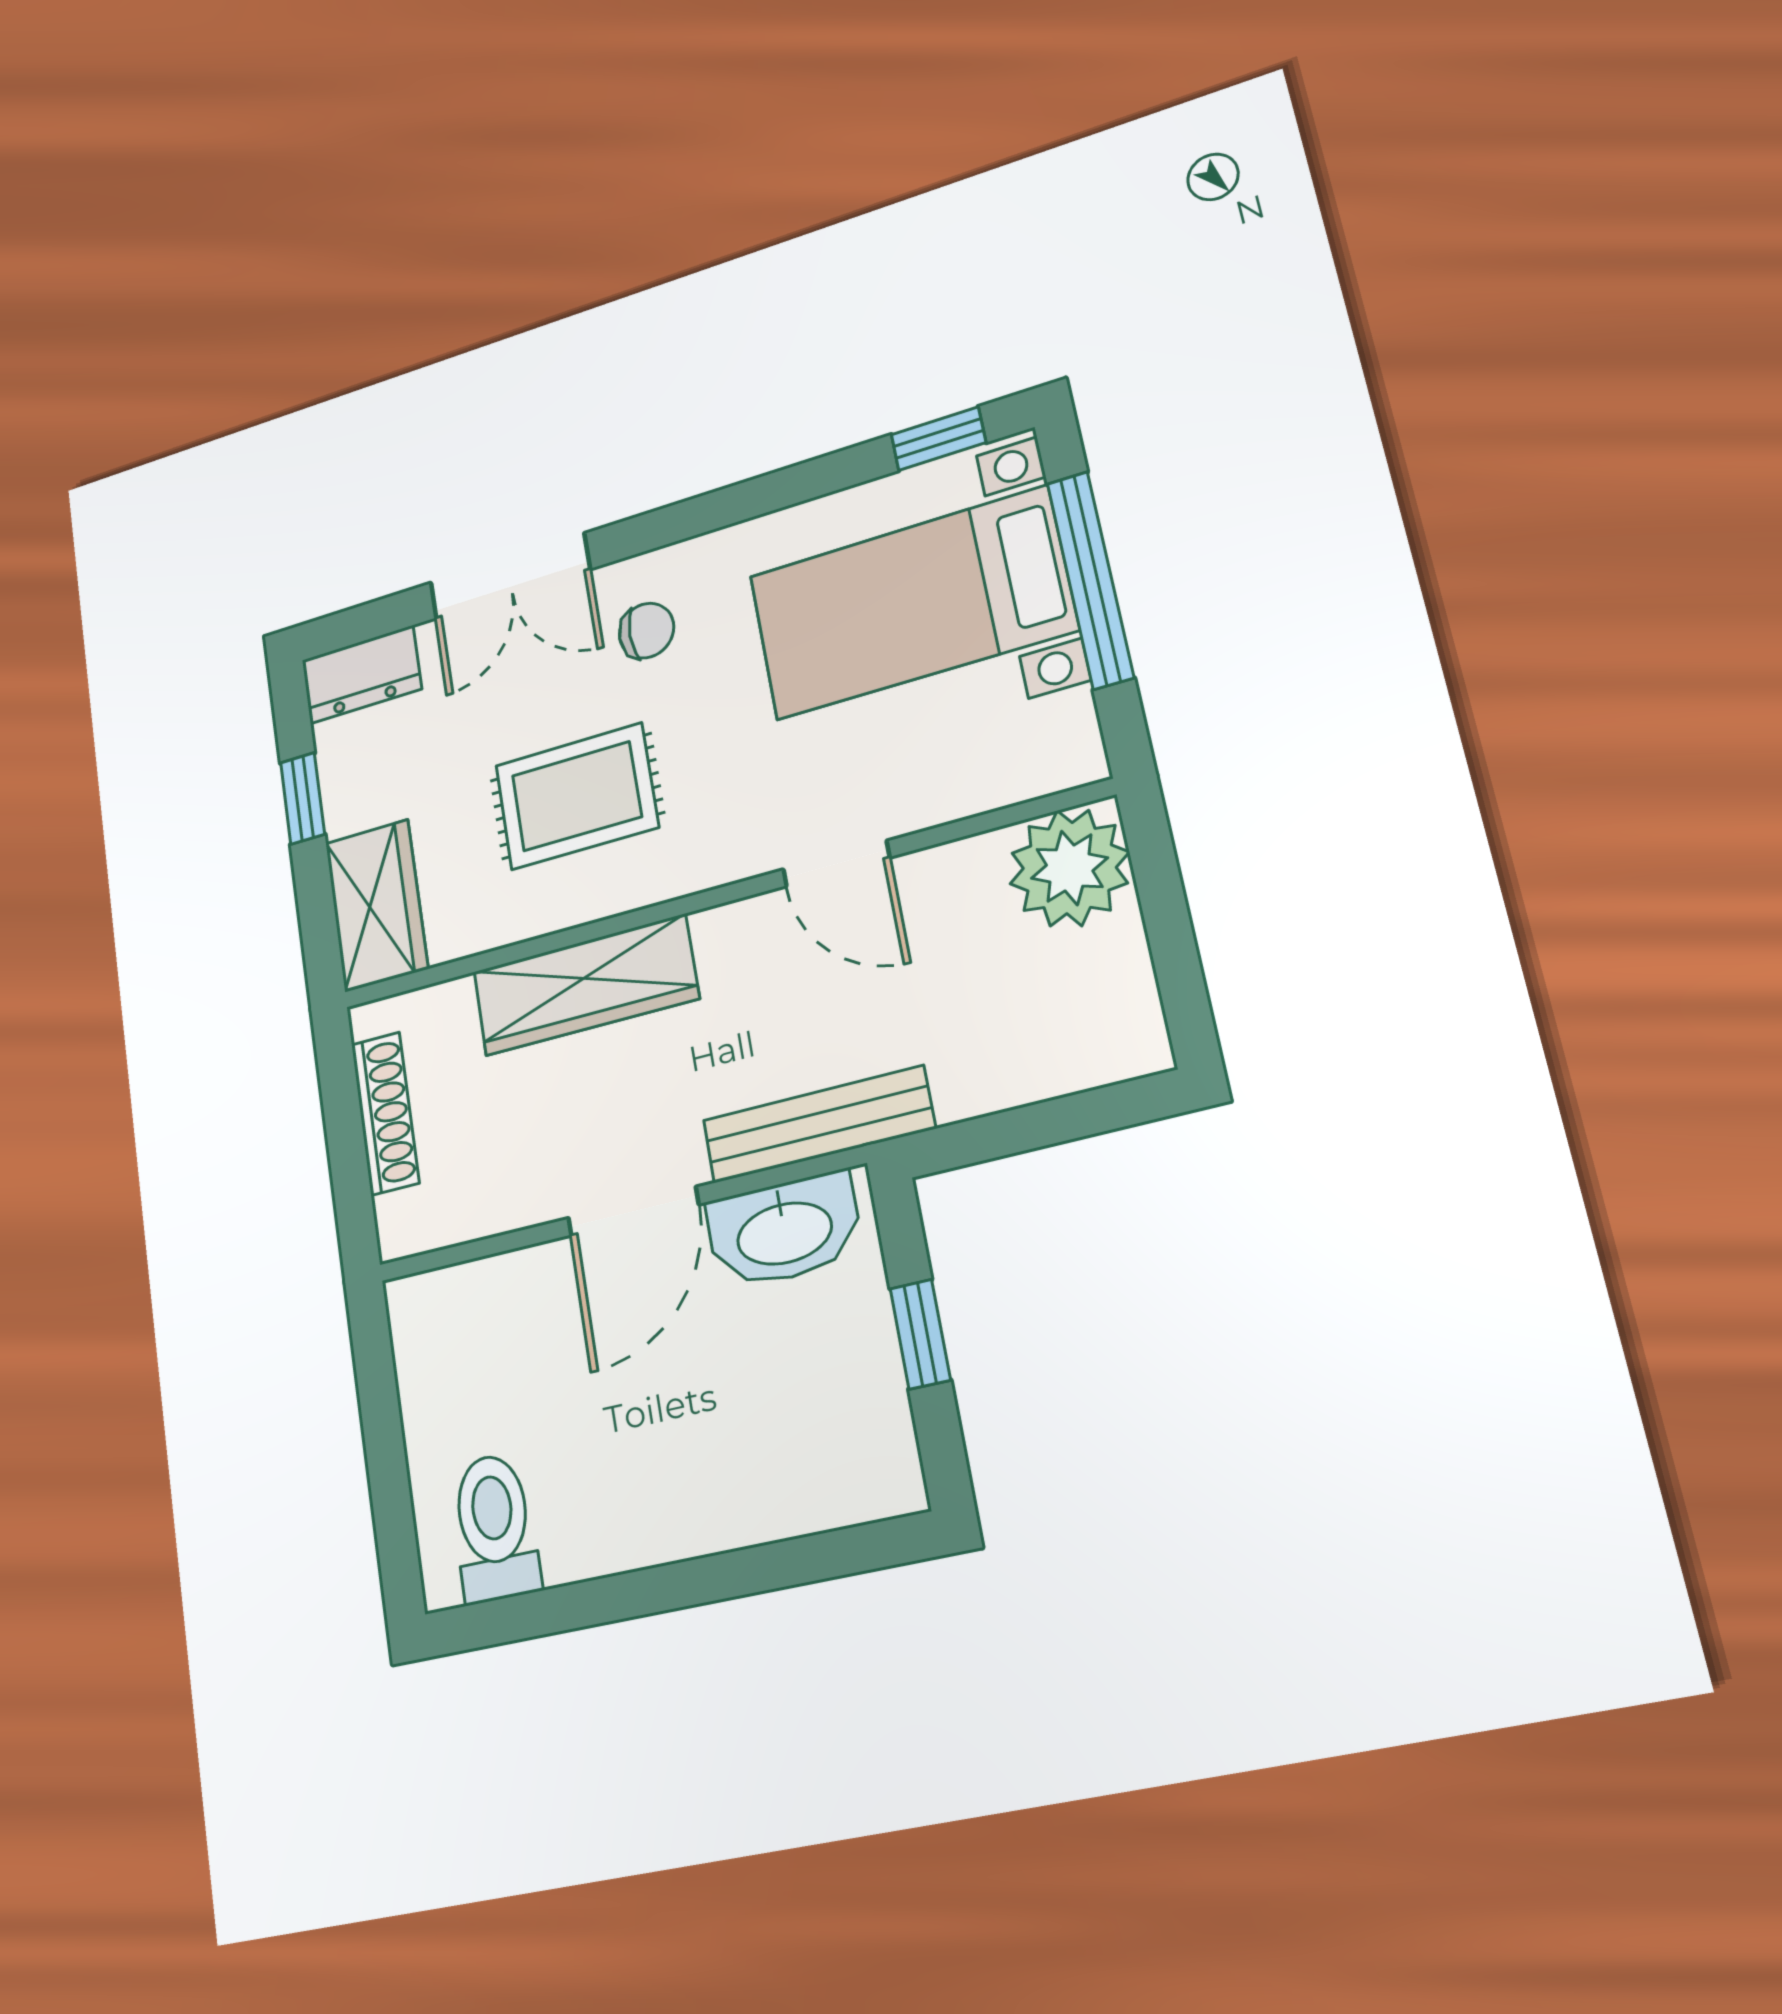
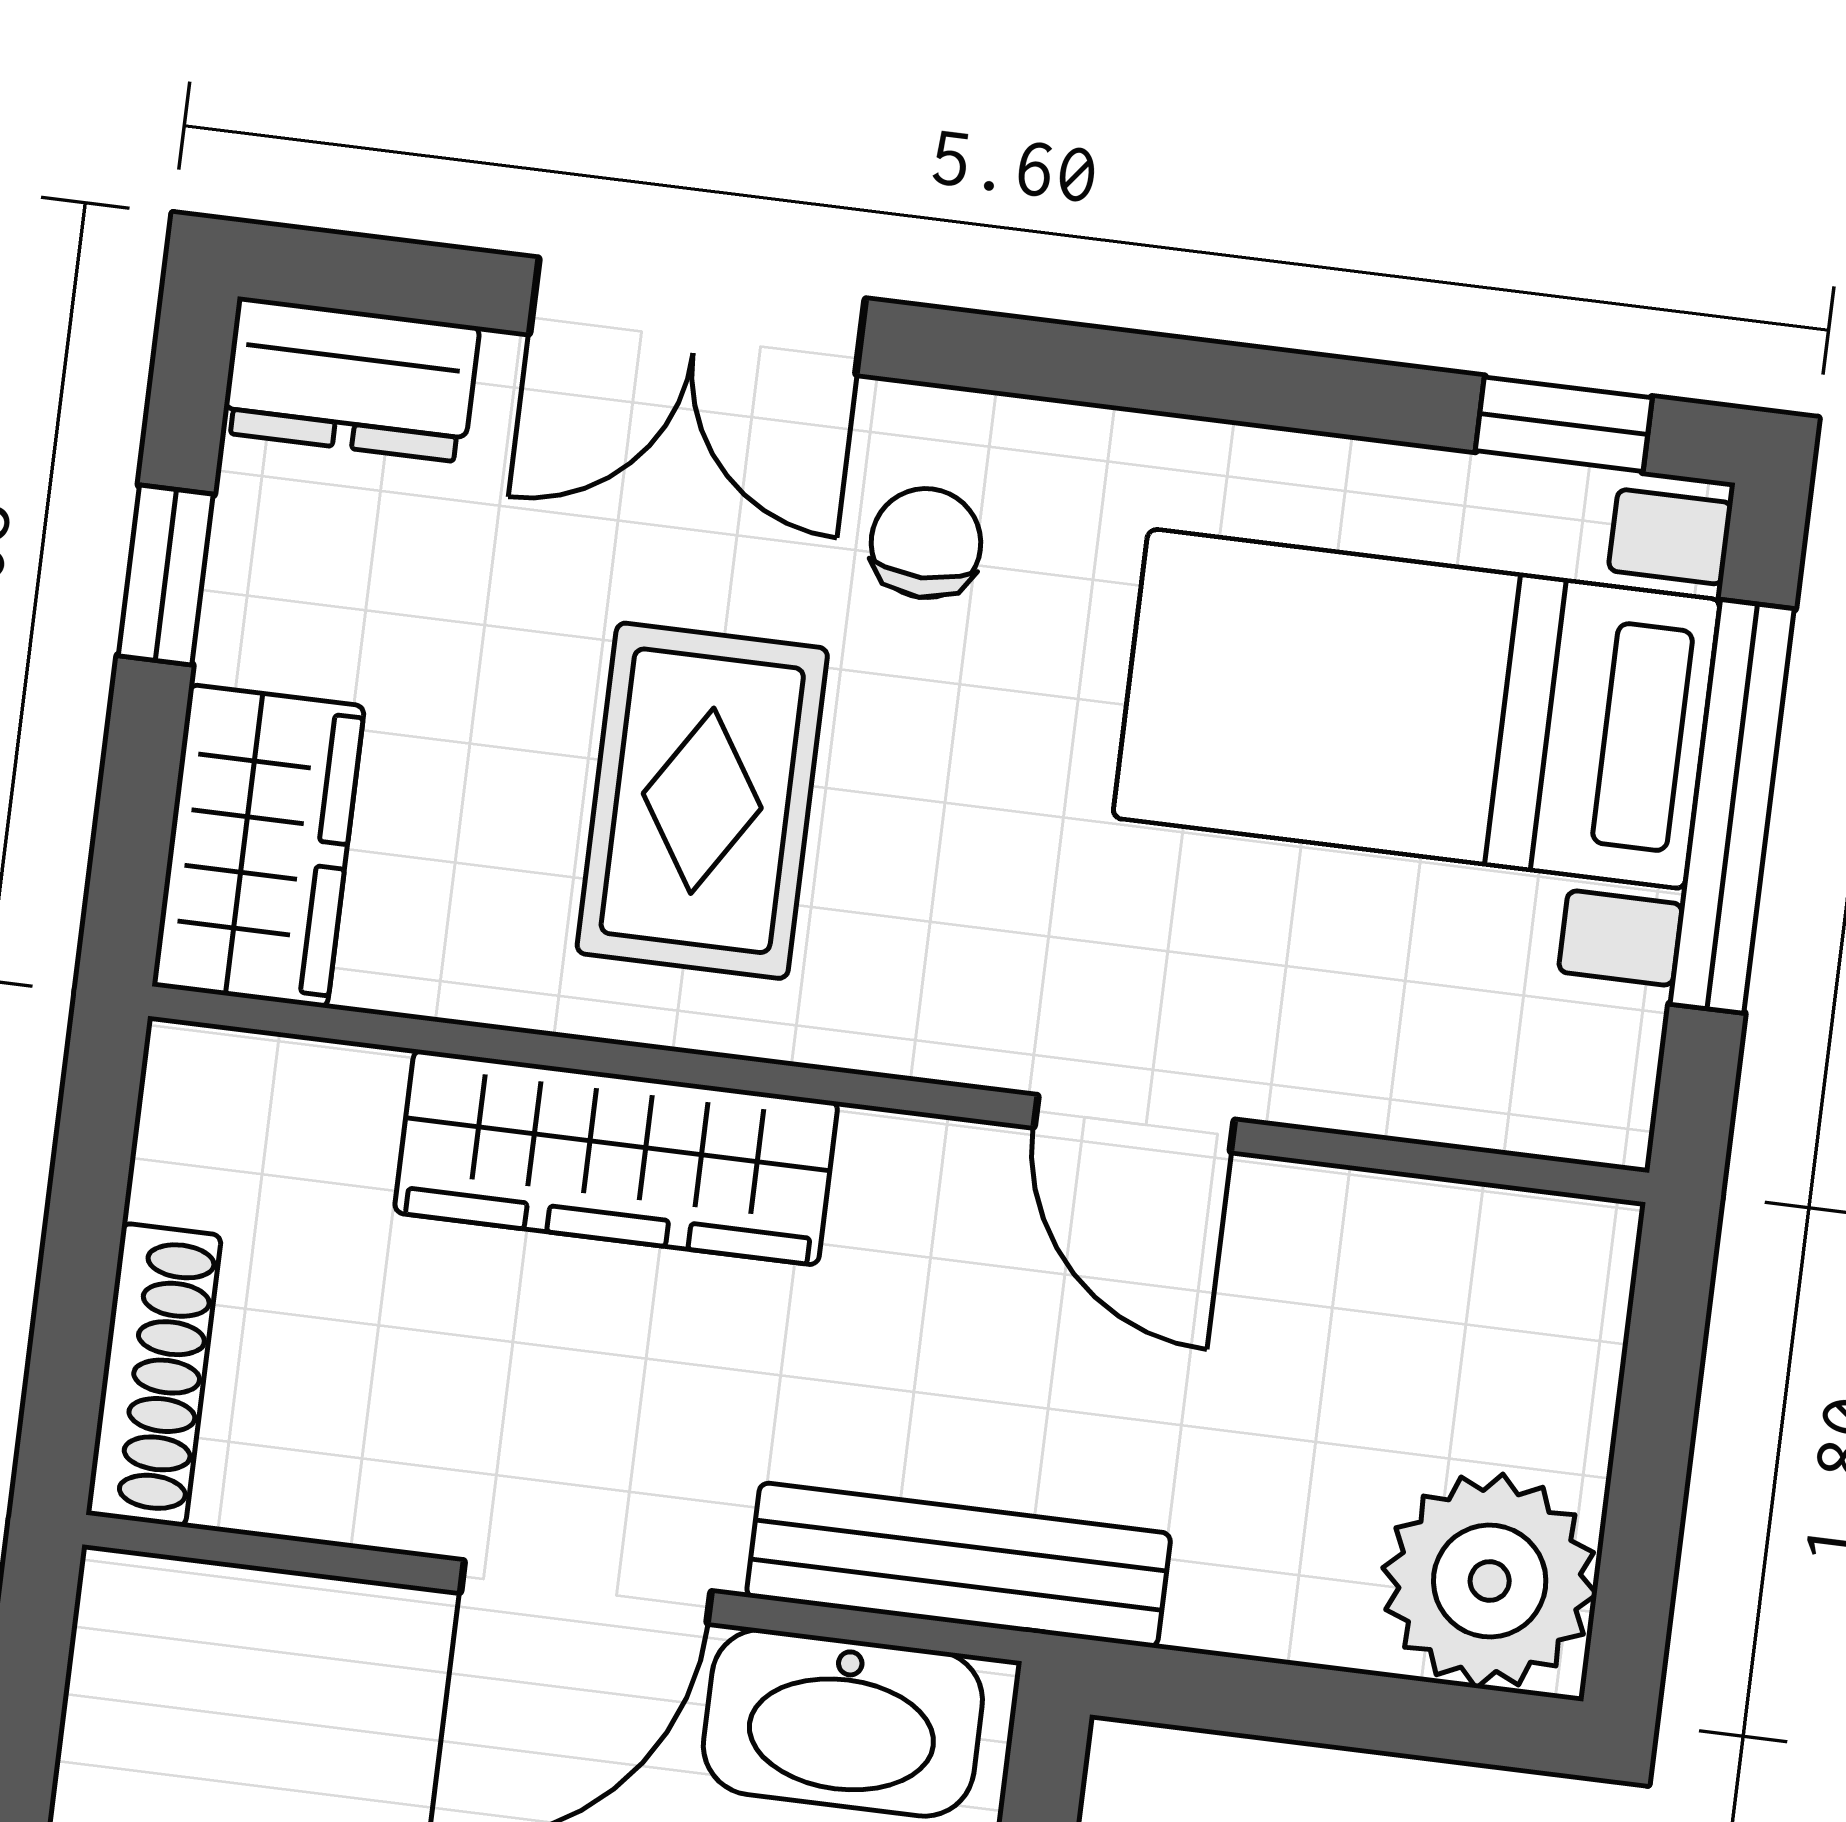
chair: (647, 631) -> (926, 543), turned -90
rug: (577, 796) -> (702, 801), turned 90
plant: (1069, 868) -> (1490, 1581), moved
shoe rack: (385, 1113) -> (154, 1375), moved

